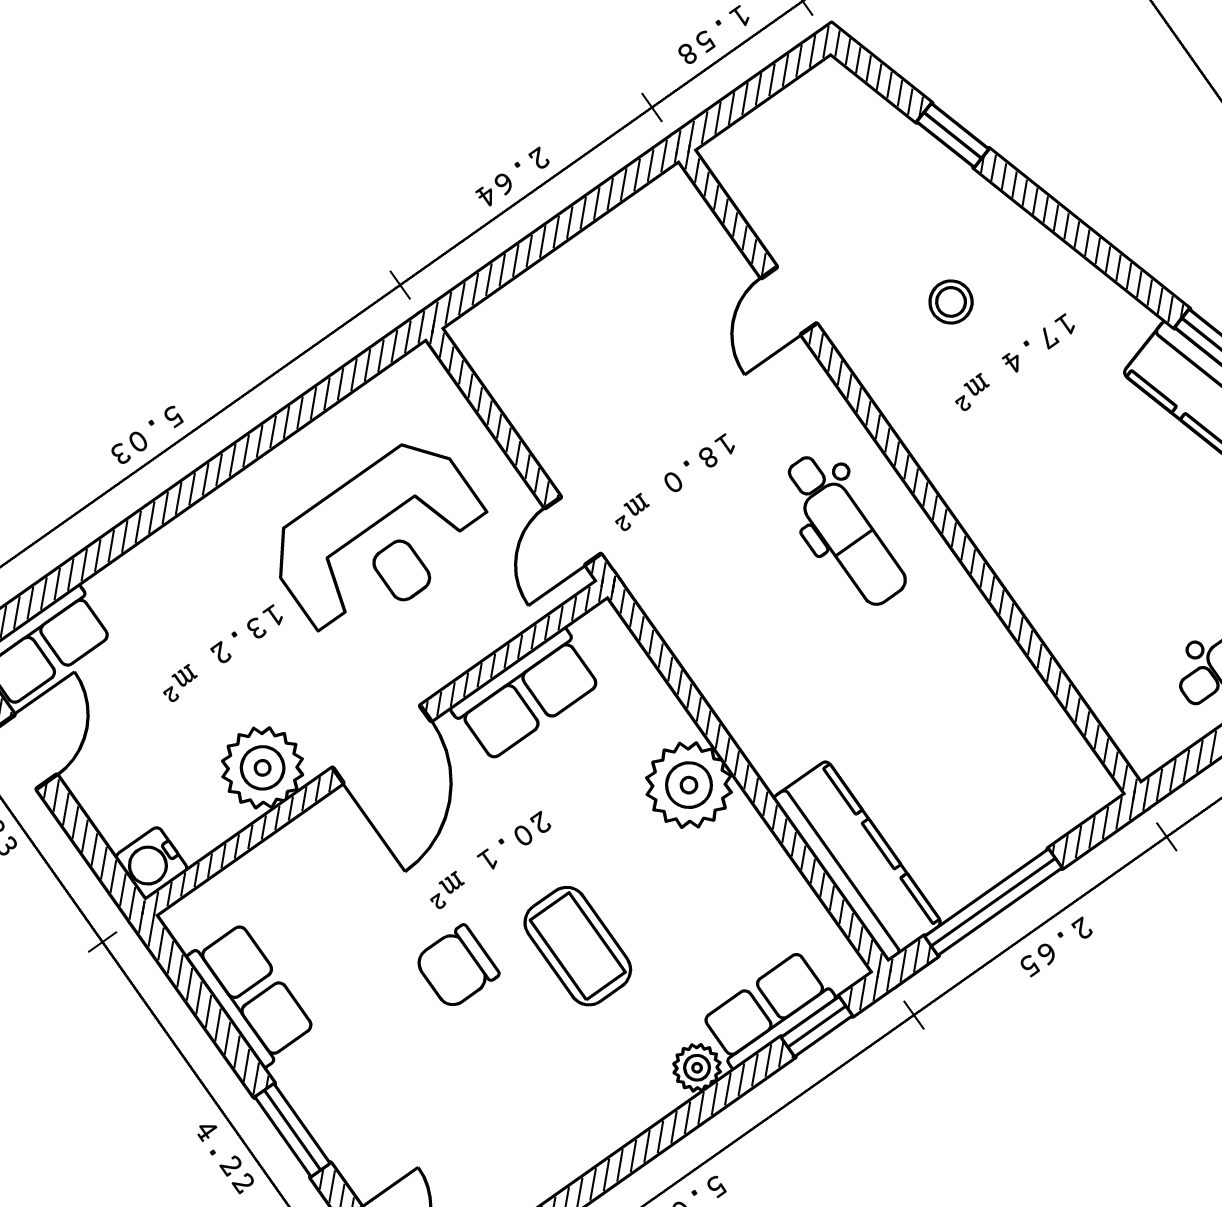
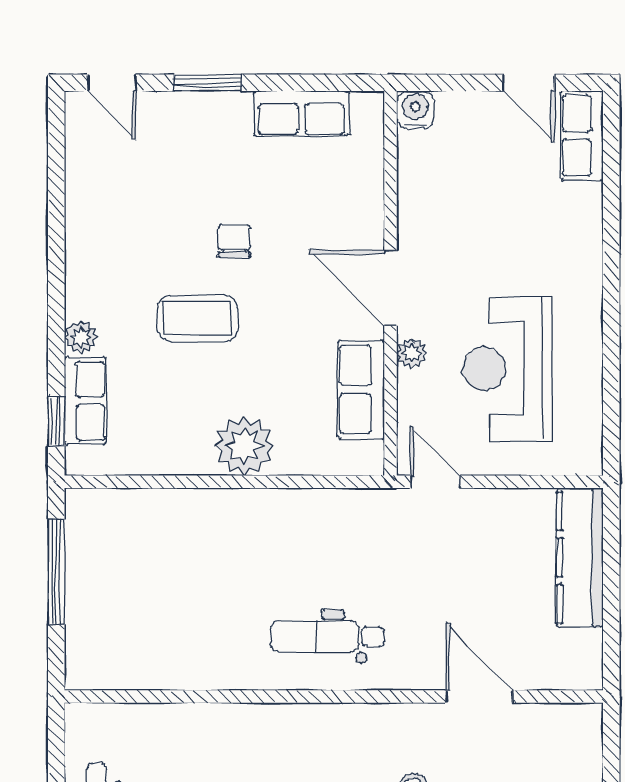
door: (789, 301) -> (479, 696), width x1.38
plant: (263, 768) -> (412, 353), moved, width x0.53, depth x0.53
kitchen counter: (857, 861) -> (580, 558), moved, turned 90
chair: (457, 967) -> (234, 241), width x0.73, depth x0.73

